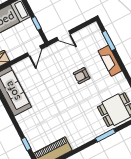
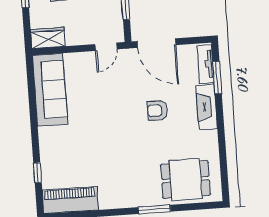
door: (63, 36) -> (156, 43), width x1.87
tv unit: (98, 36) -> (206, 64), added

